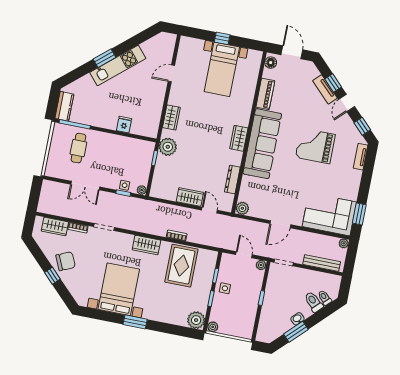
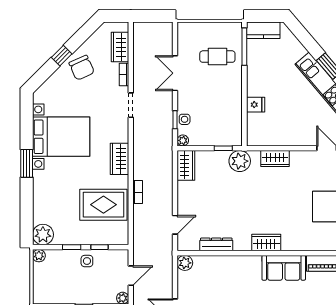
sofa: (262, 144) -> (284, 268), width x0.54, depth x0.79
wardrobe: (190, 197) -> (186, 165), moved

